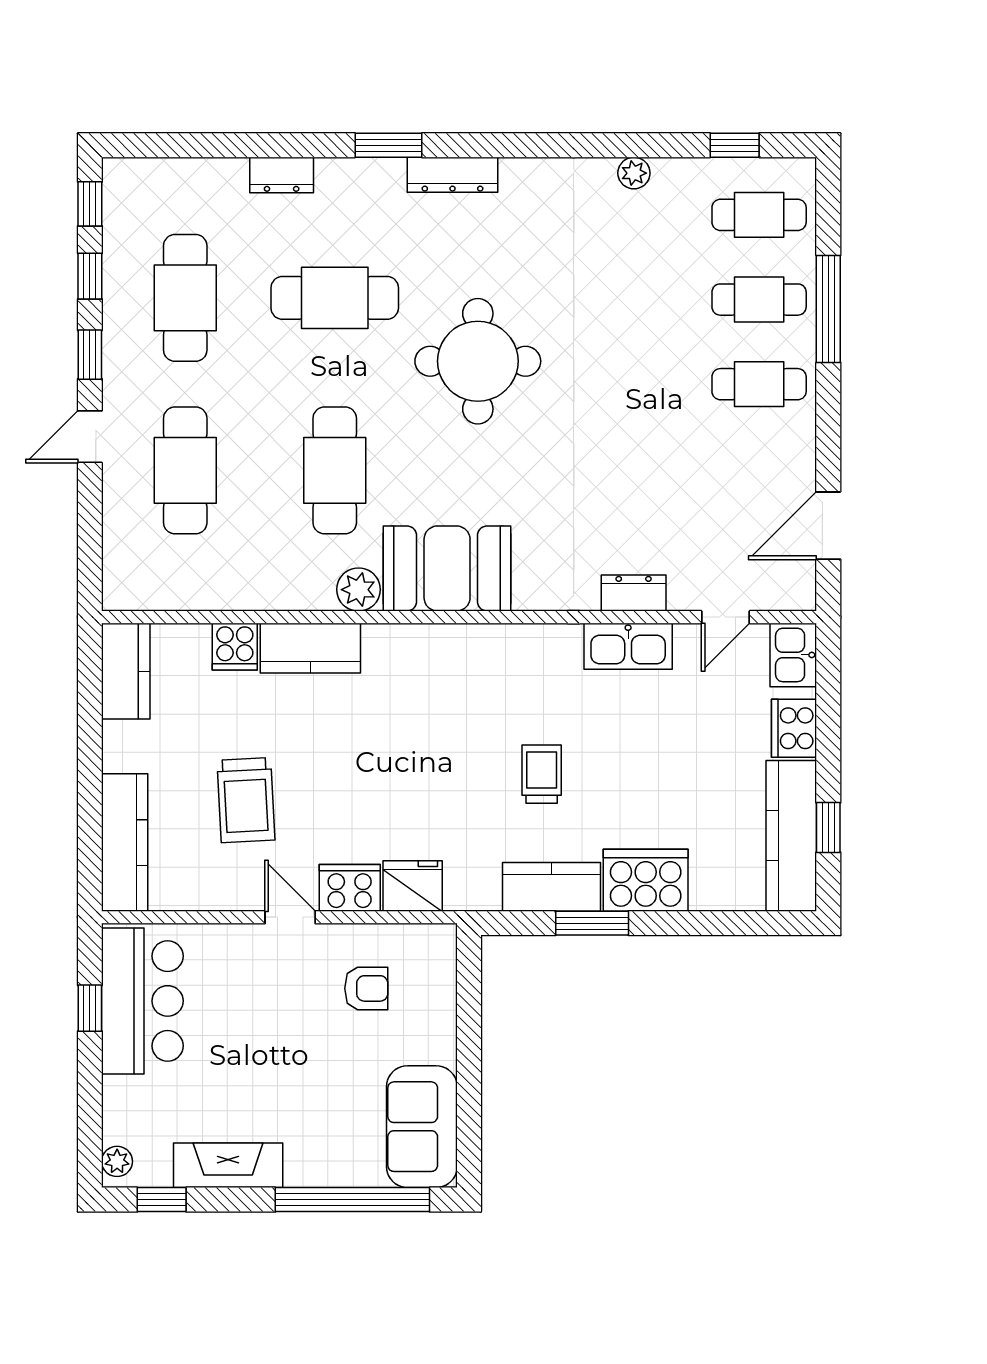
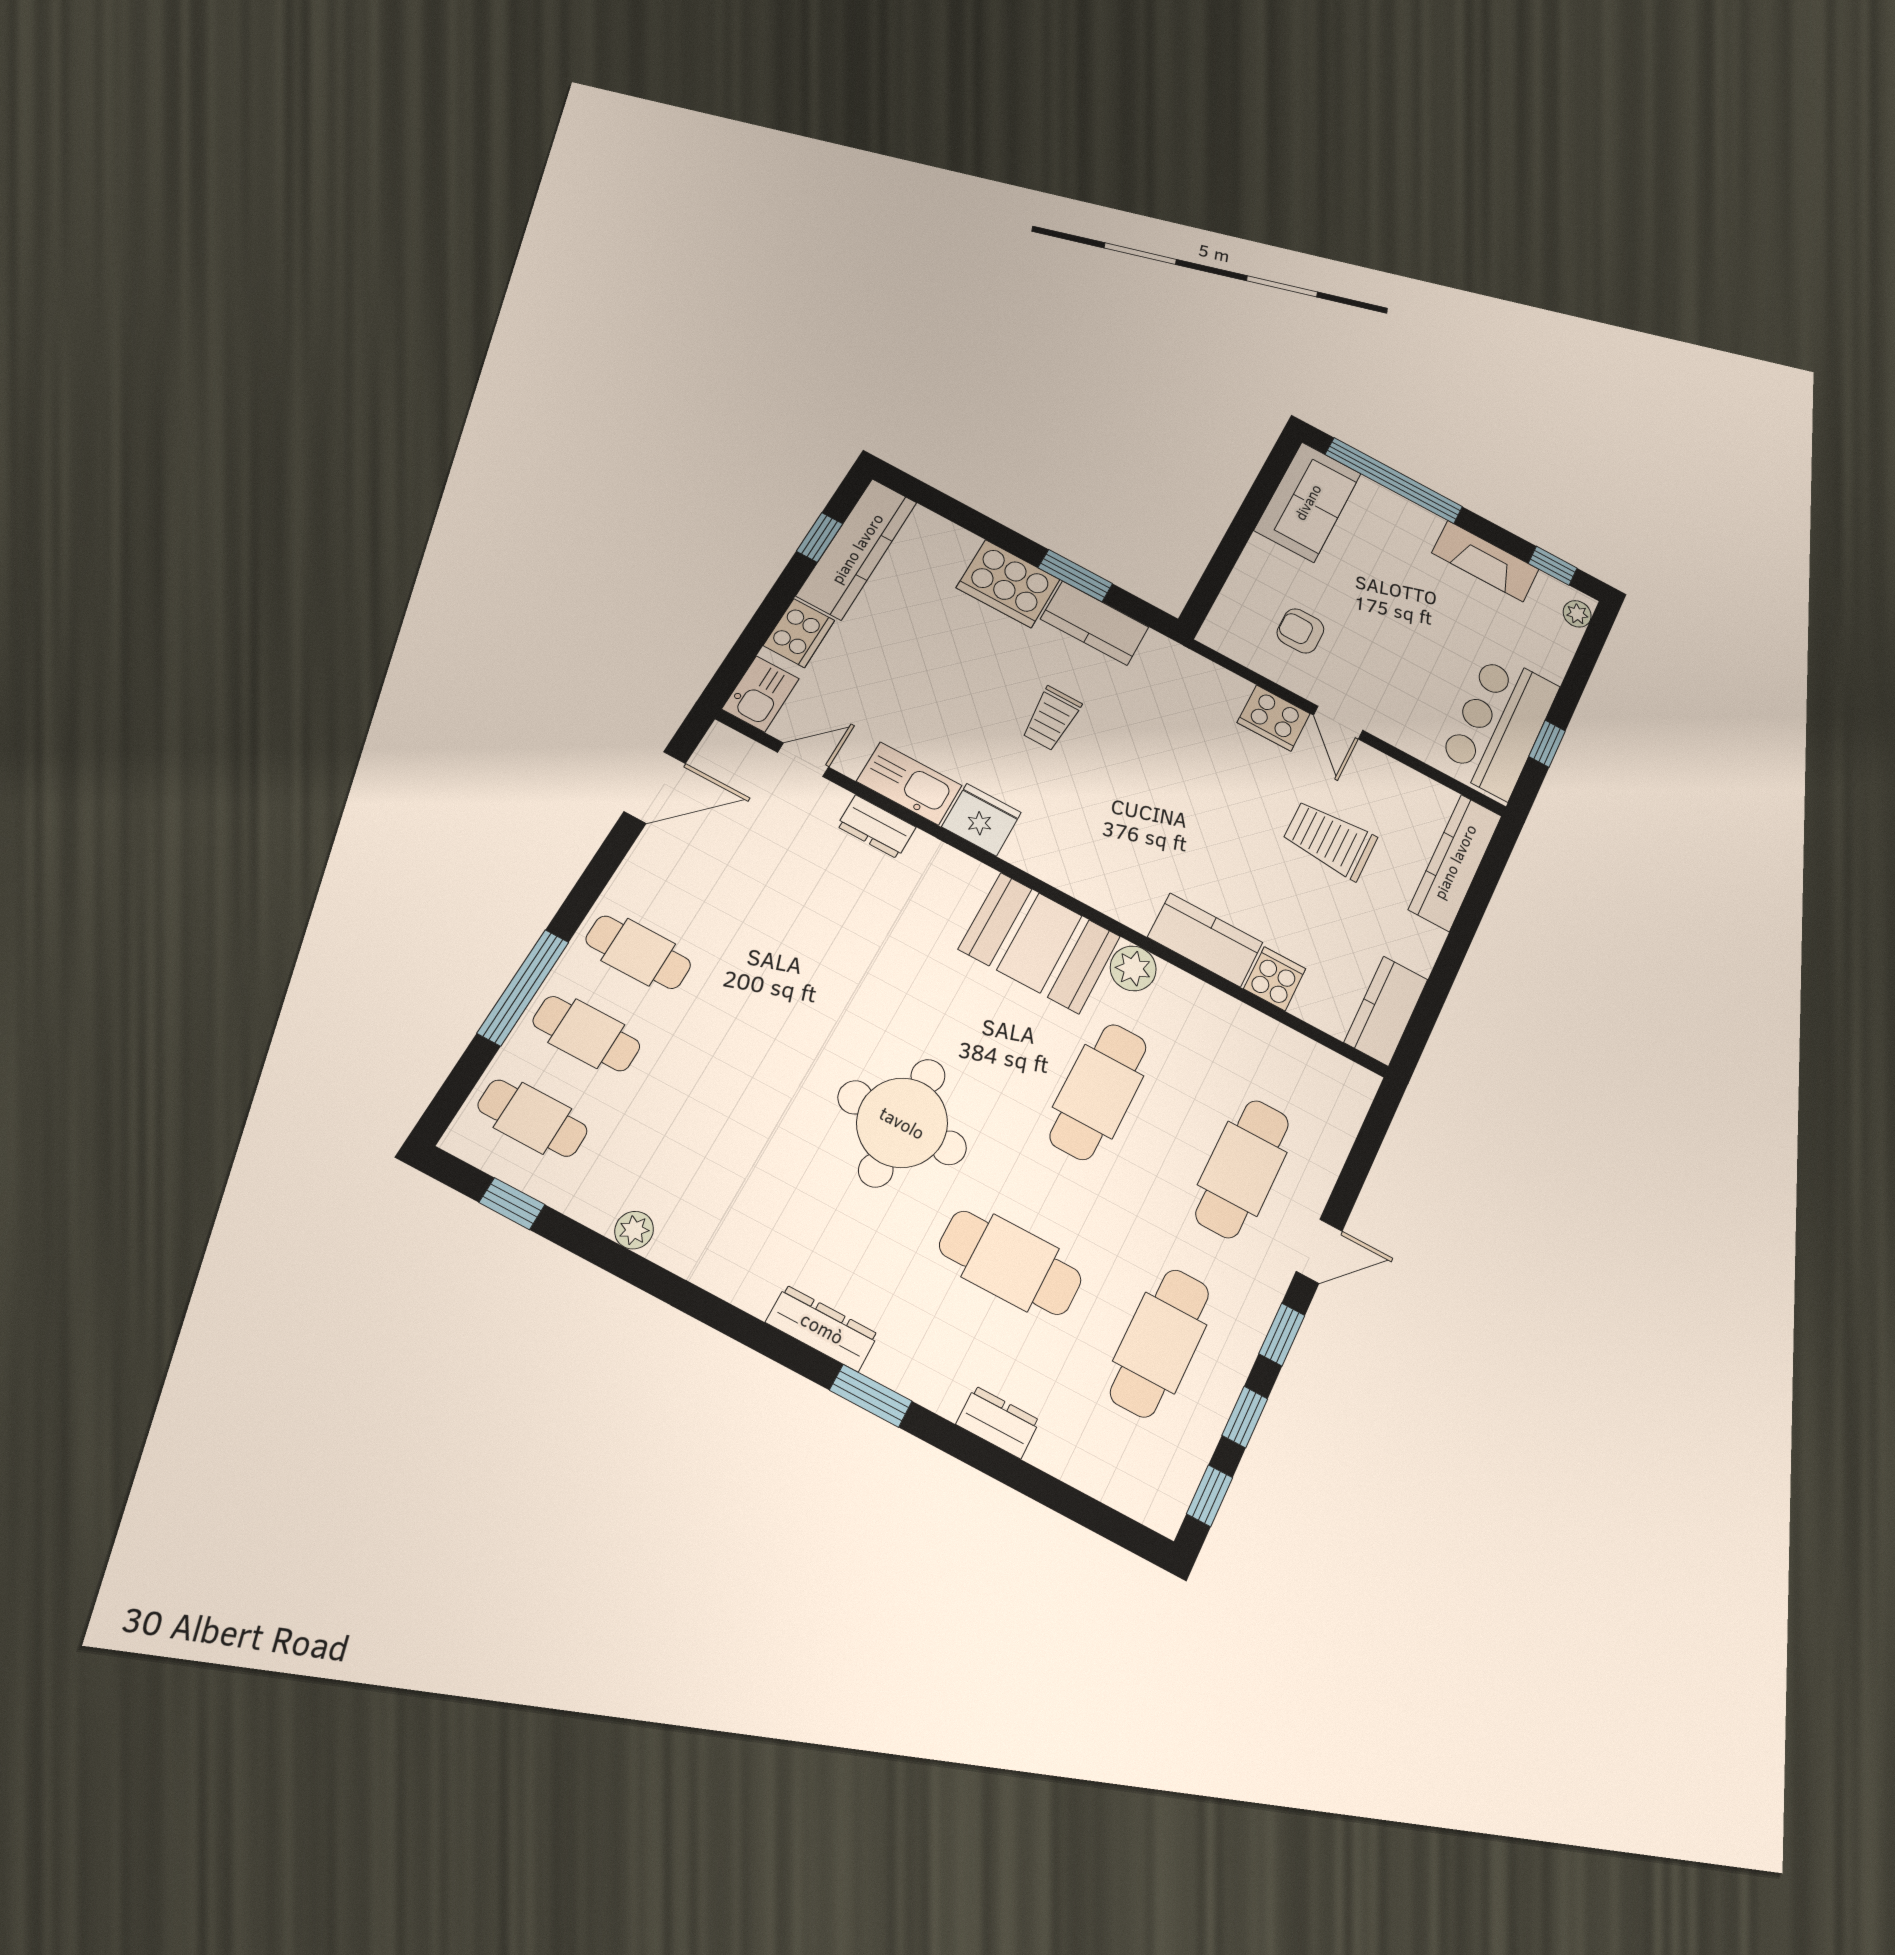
trolley: (246, 800) -> (1330, 840), turned -87
fridge: (413, 886) -> (981, 820), moved, turned 180

